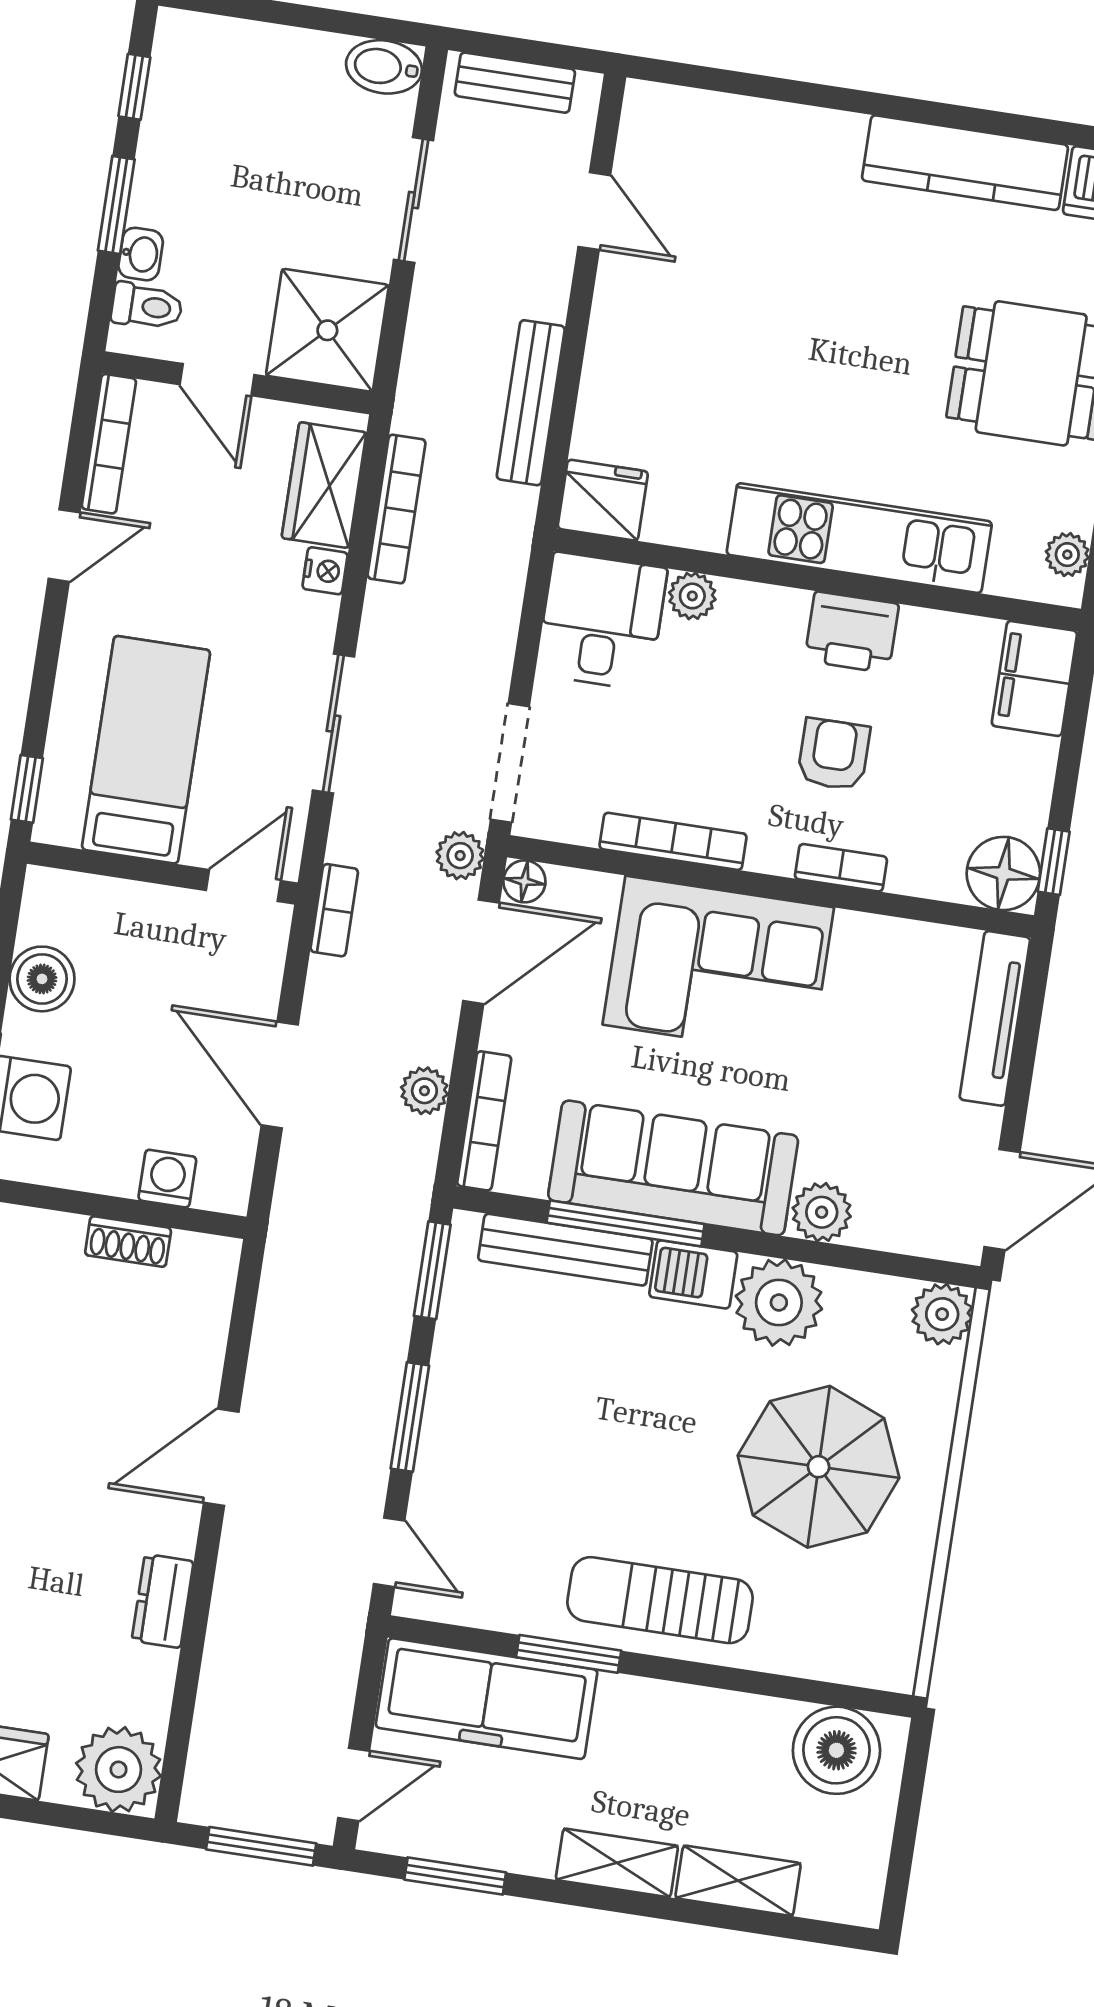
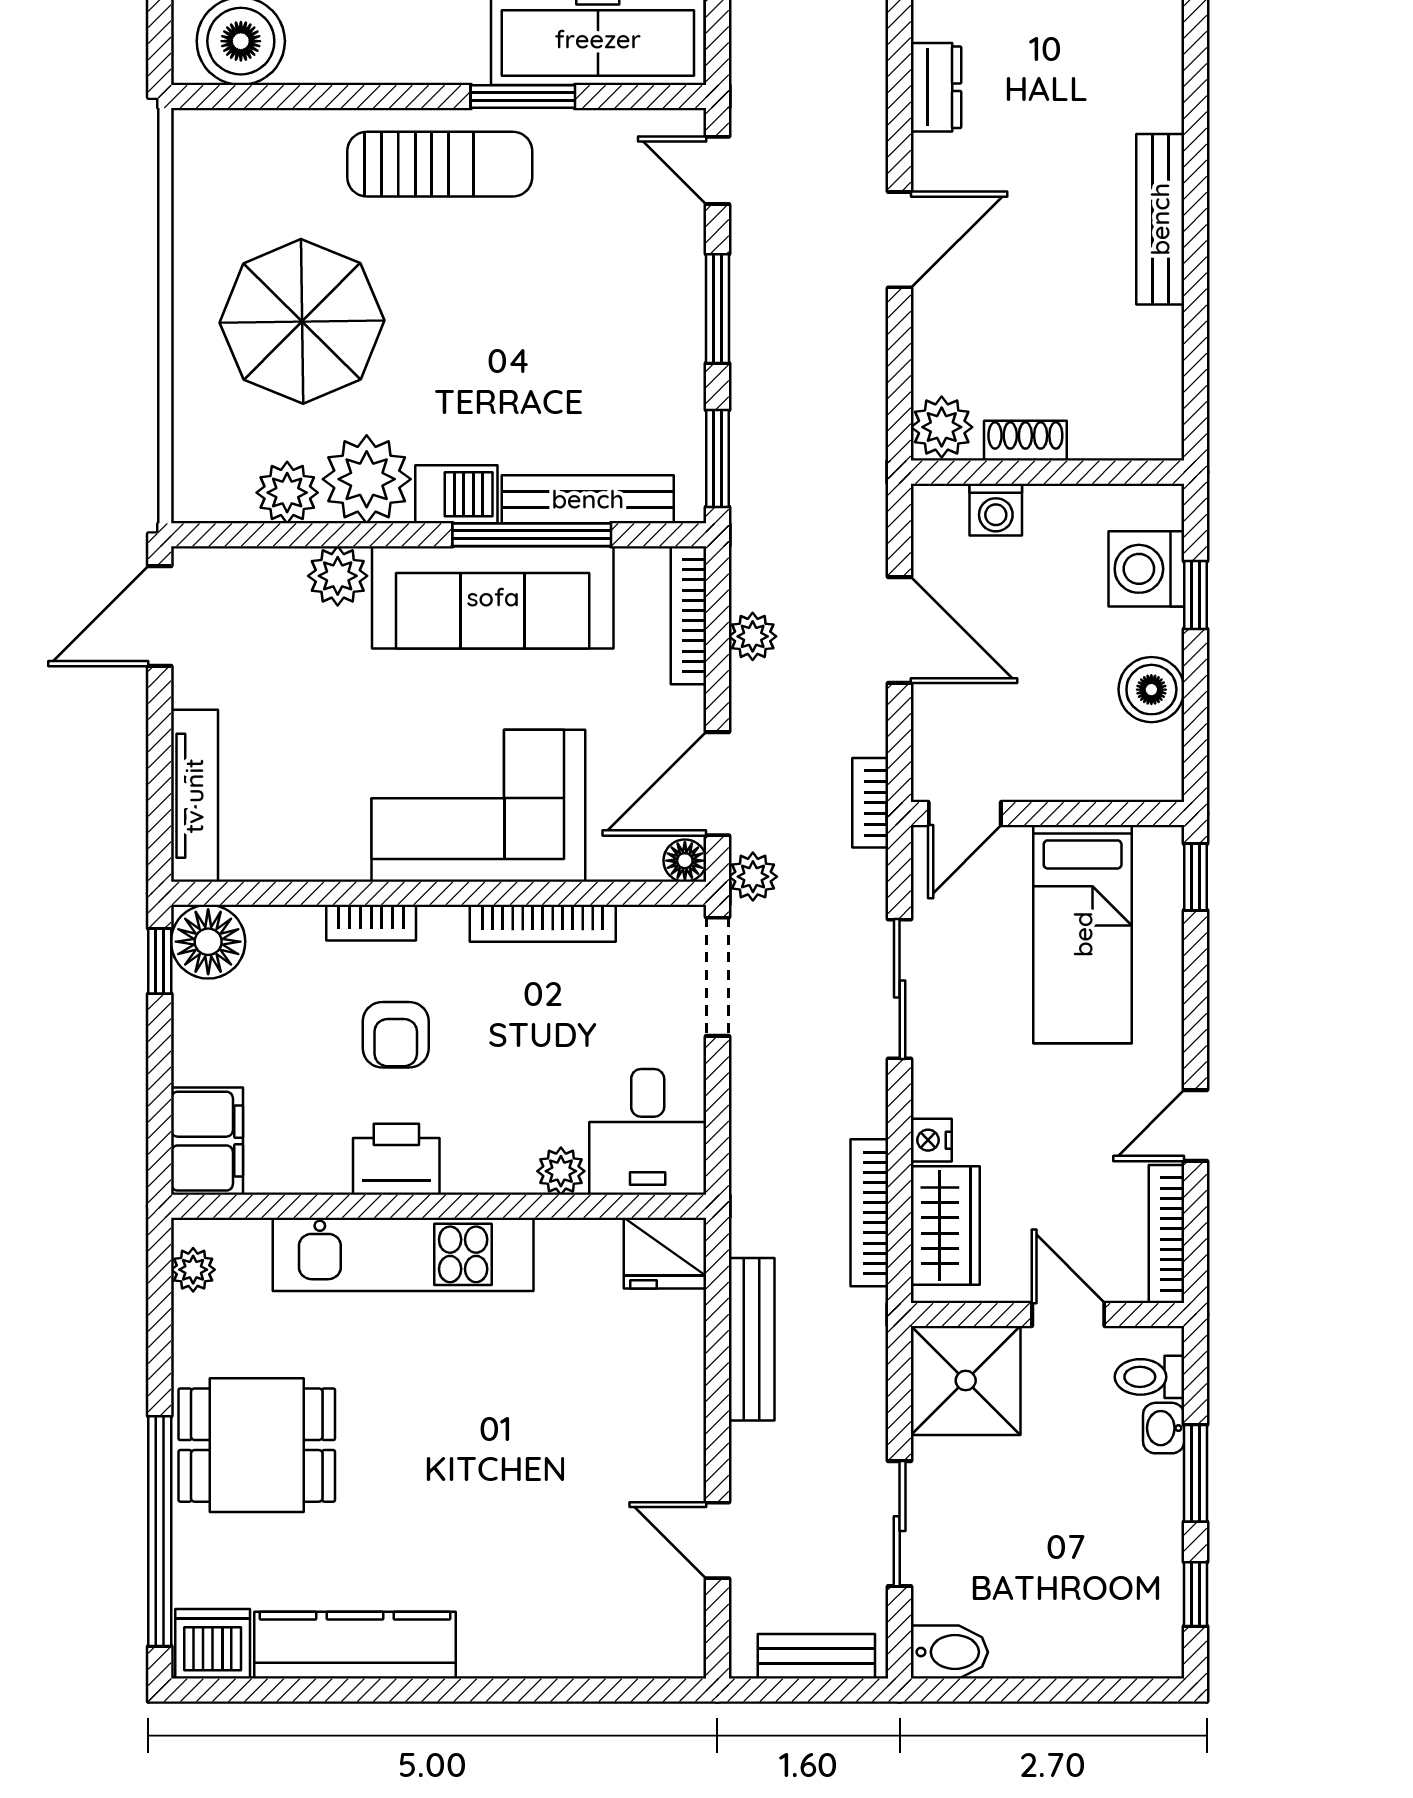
plant: (208, 1267) -> (942, 427), added
plant: (942, 1314) -> (287, 493), moved

